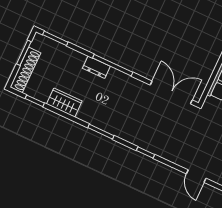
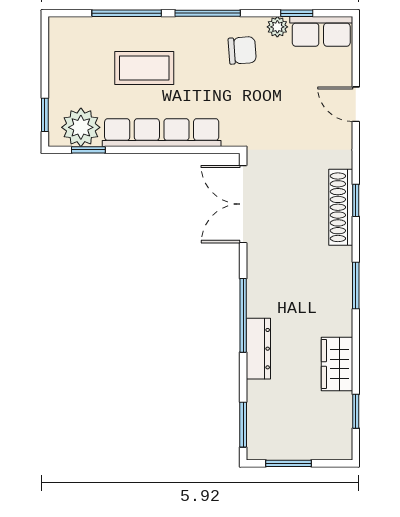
dresser: (96, 67) -> (258, 349), width x1.44
shoe rack: (25, 70) -> (341, 207), moved, turned -90
door: (196, 176) -> (356, 104), swing flipped

